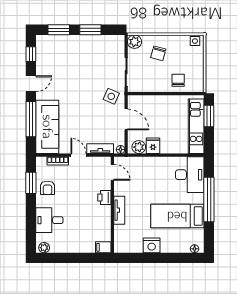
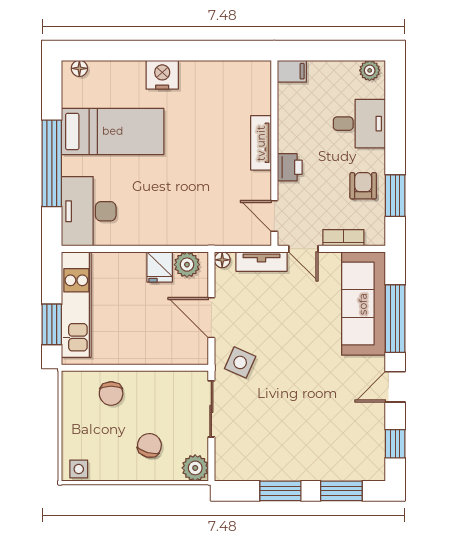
door: (112, 172) -> (274, 216), moved
printer: (104, 197) -> (290, 167), moved
wall: (112, 205) -> (274, 153), moved
tv unit: (119, 210) -> (261, 143), moved
filing cabinet: (103, 247) -> (292, 71), moved

